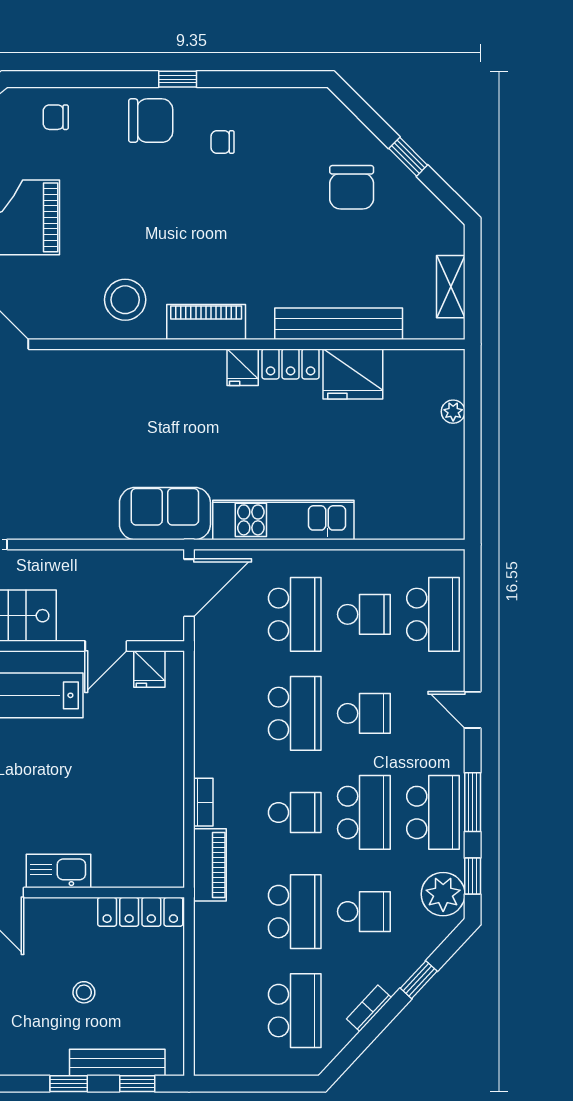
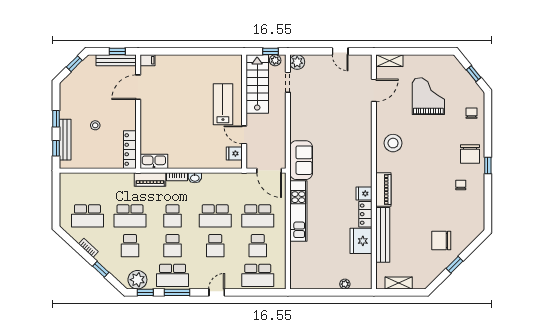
piano: (206, 322) -> (383, 190), moved
washbasin: (206, 761) -> (195, 178), added
school desk: (364, 812) -> (173, 246), width x0.54
kitchen sink: (59, 871) -> (154, 161), moved, turned -90

